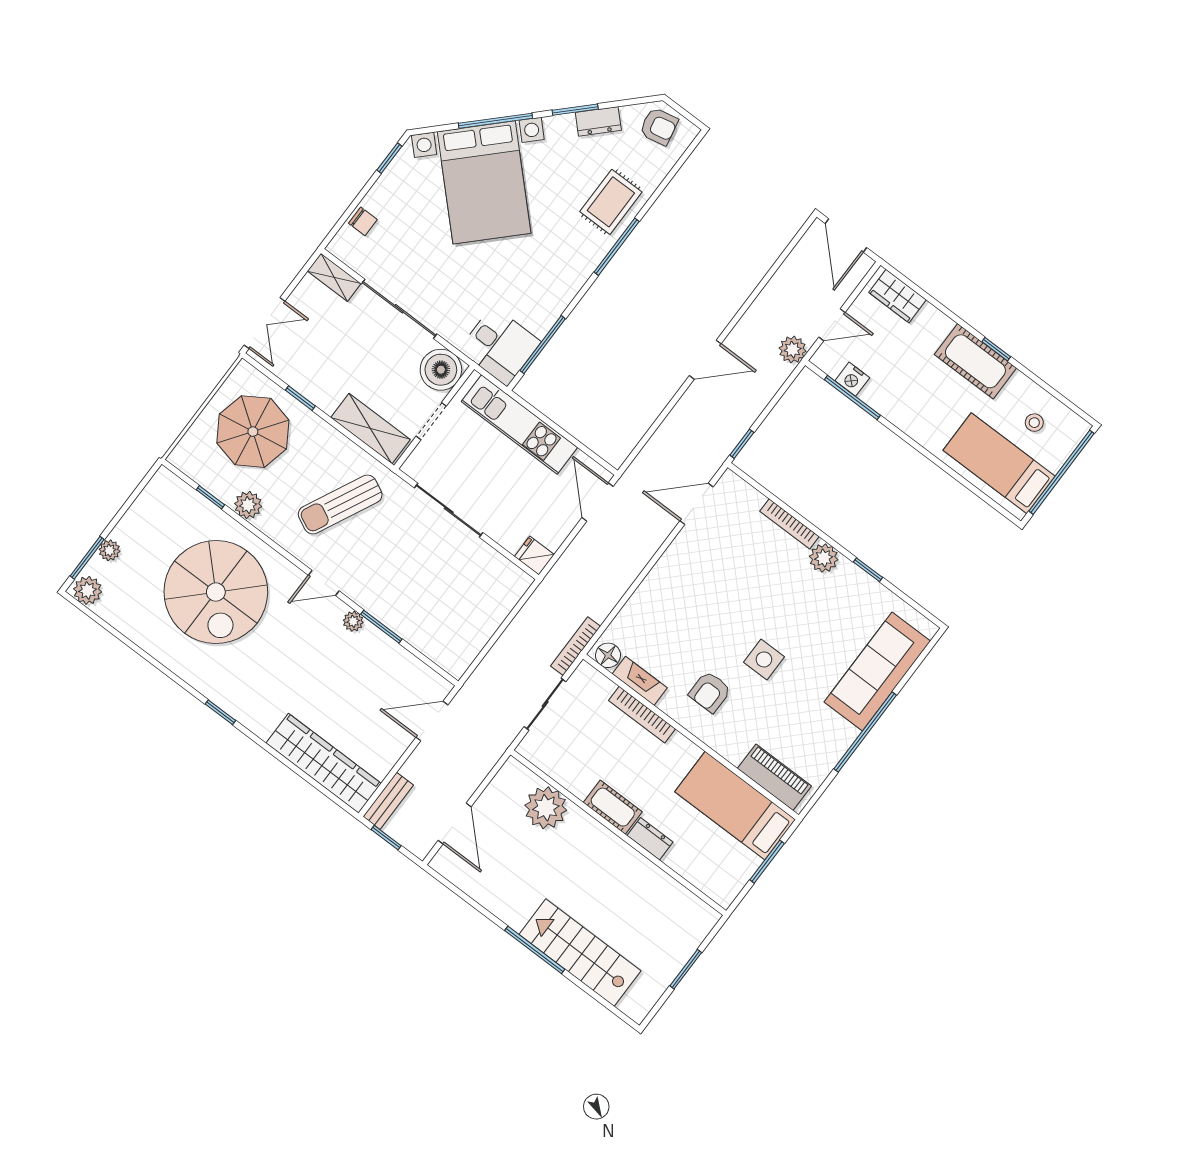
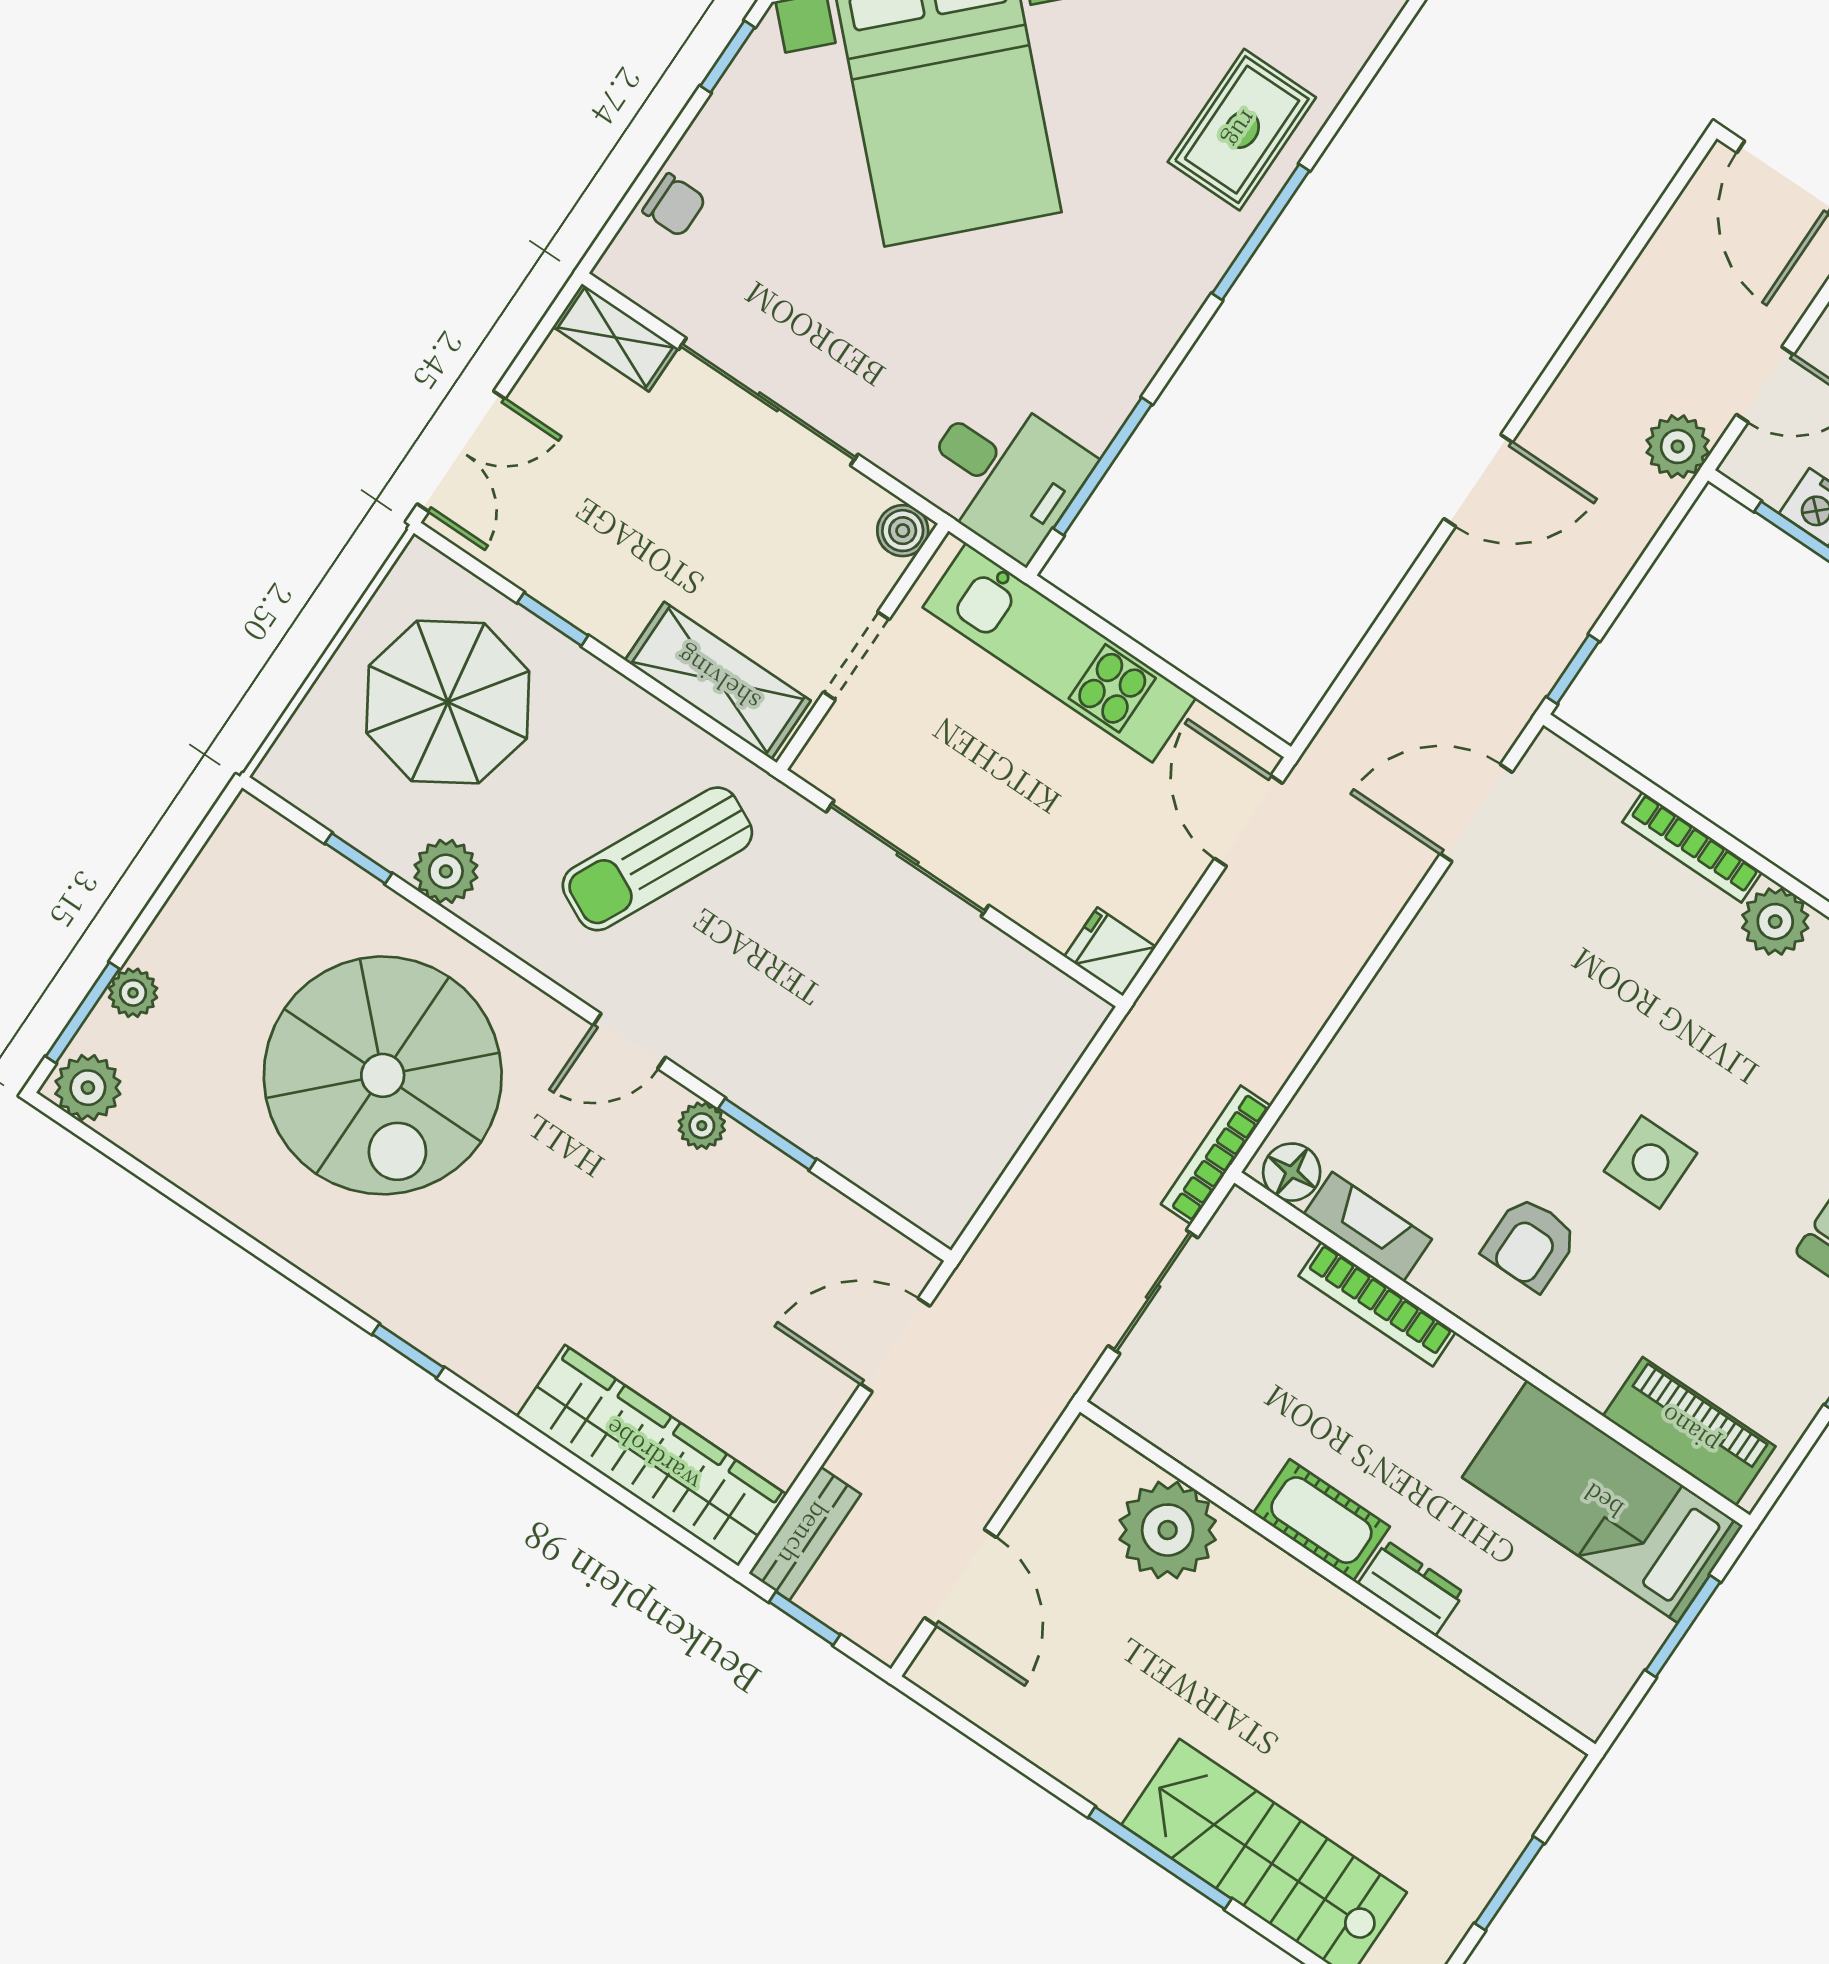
boiler: (441, 370) -> (903, 531), width x0.54, depth x0.54

